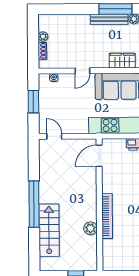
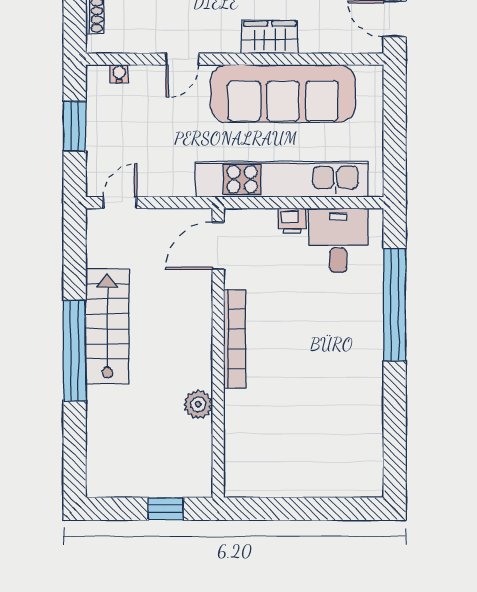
door: (54, 136) -> (120, 203), hinge flipped
bookcase: (107, 216) -> (235, 339), moved
stairs: (49, 230) -> (107, 327), moved

